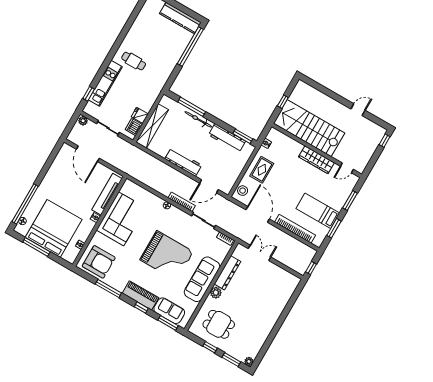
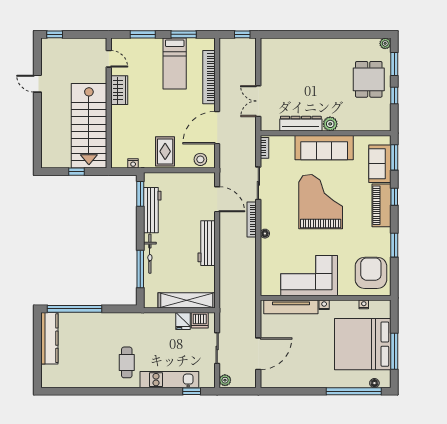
wardrobe: (316, 160) -> (119, 90), width x0.67
rug: (262, 170) -> (165, 151), turned 90
window: (108, 289) -> (394, 245), width x0.69
dining table: (219, 324) -> (369, 79), moved

